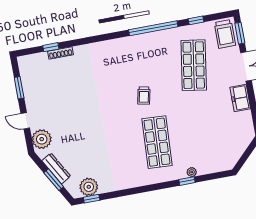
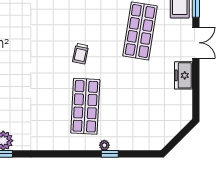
plant: (192, 172) -> (104, 145), moved

